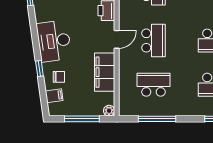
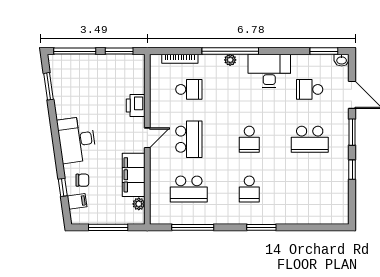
window: (39, 69) -> (63, 187), moved
school desk: (153, 85) -> (189, 189), turned 180
plant: (109, 111) -> (139, 204), moved

